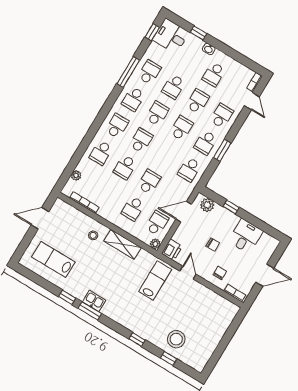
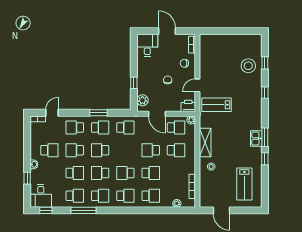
school desk: (149, 72) -> (75, 196), turned 180
school desk: (117, 126) -> (125, 196), turned 180
school desk: (157, 223) -> (176, 127), turned 180
desk: (246, 236) -> (147, 45), moved, turned 90

